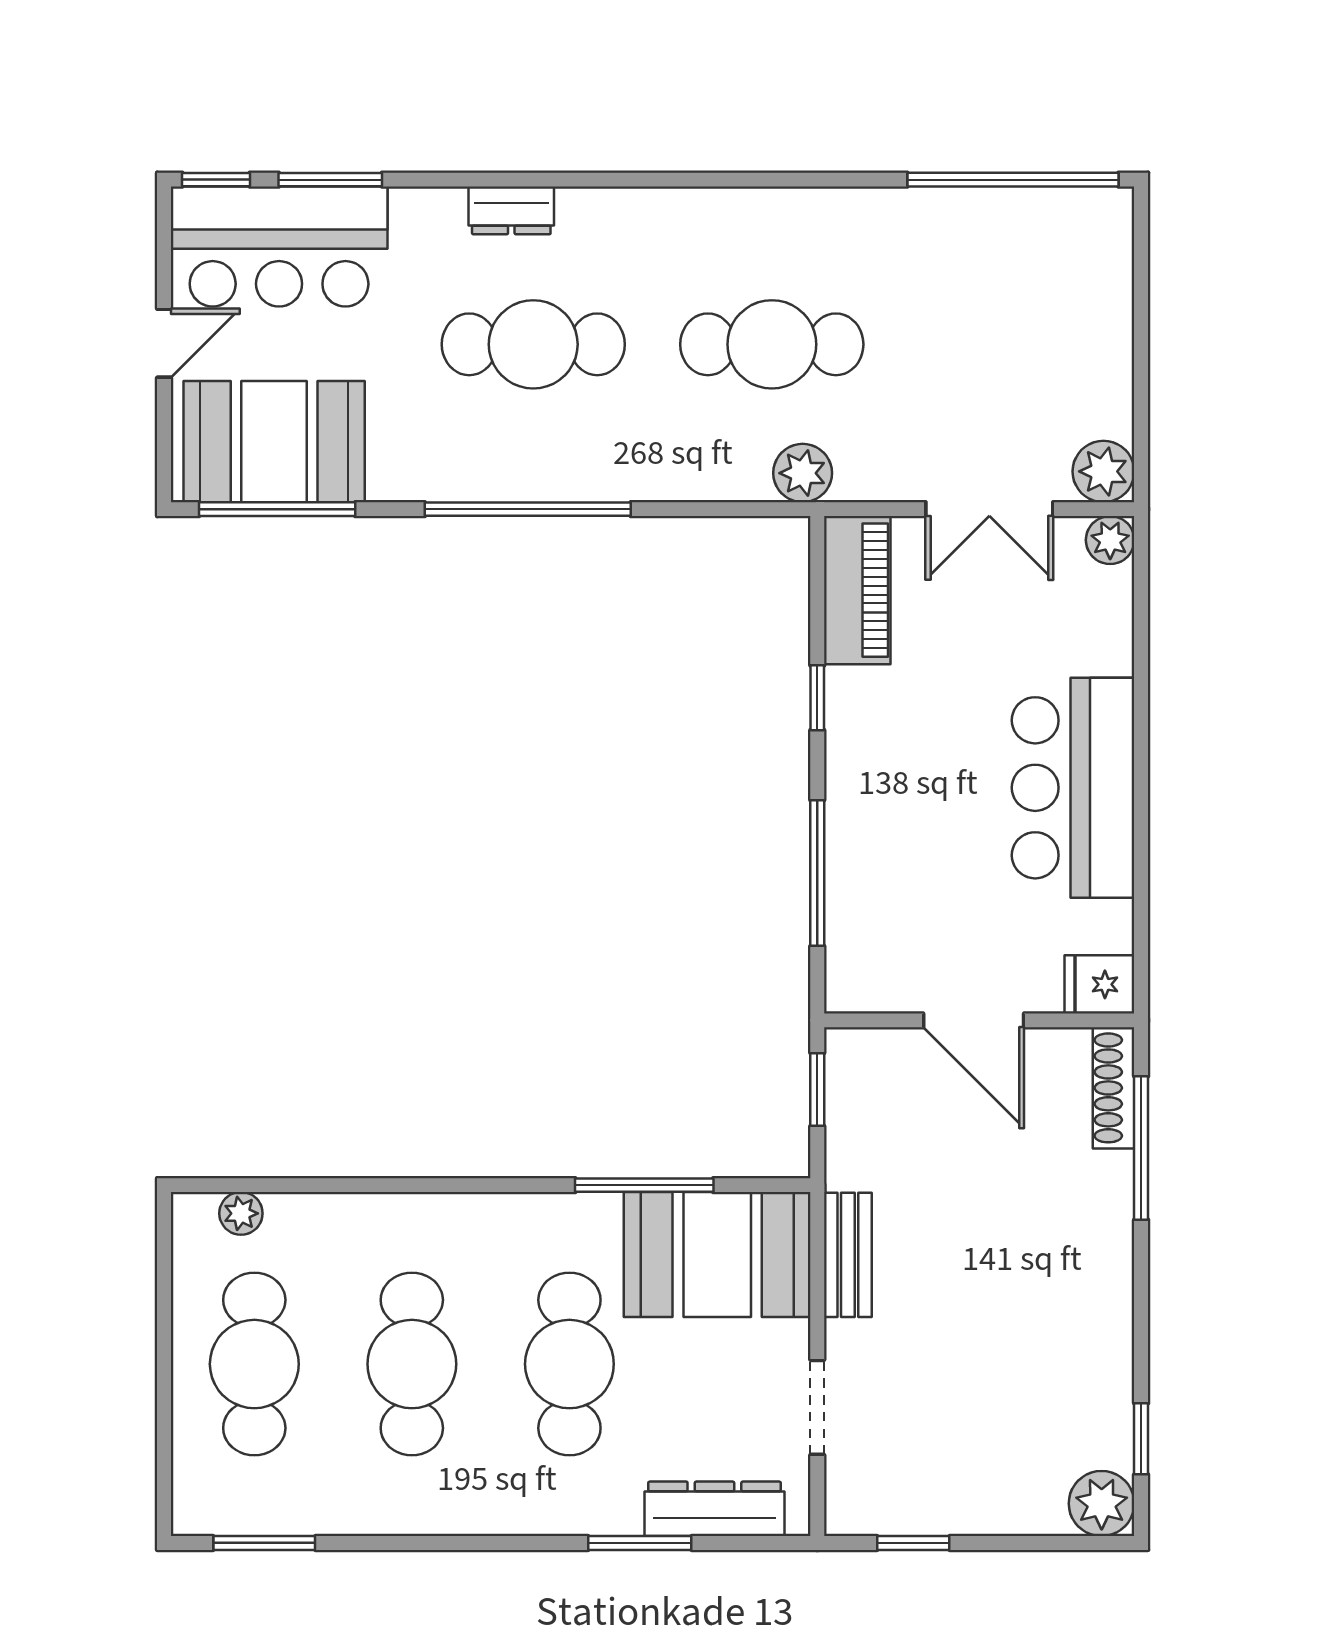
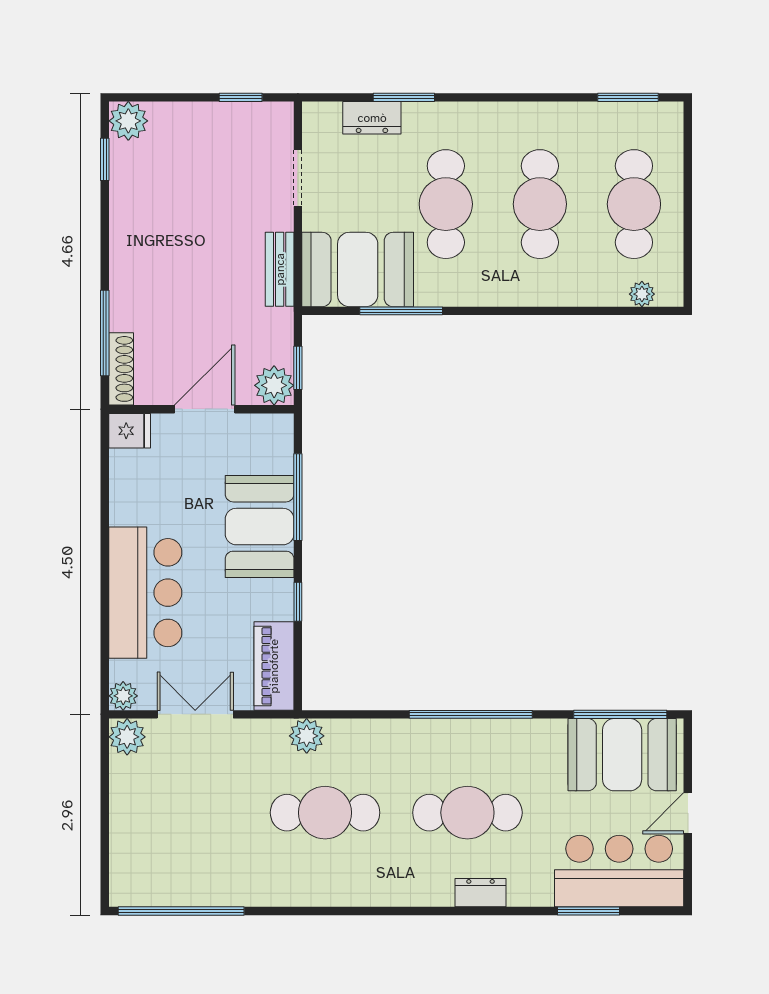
window: (216, 180) -> (657, 911), removed
bar counter: (1073, 788) -> (145, 593), moved
booth: (881, 824) -> (260, 527), added
door: (974, 1020) -> (205, 409), hinge flipped
plant: (857, 1060) -> (274, 385), added
dresser: (714, 1509) -> (372, 118), width x0.70

